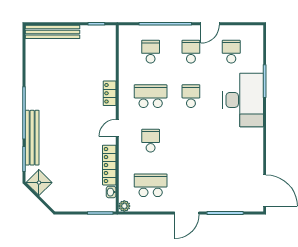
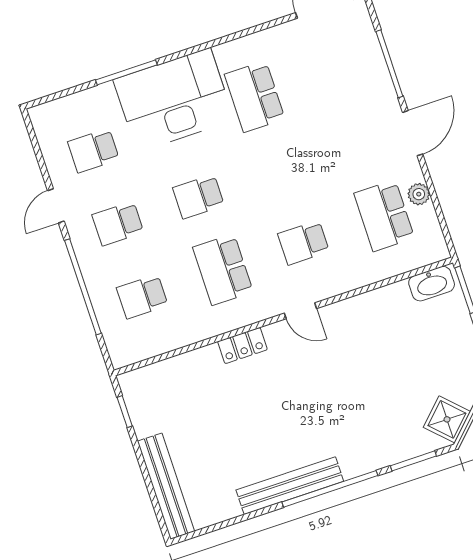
door: (210, 24) -> (56, 206), swing flipped
bench: (32, 138) -> (290, 486), moved
school desk: (231, 141) -> (255, 97), added
locker: (109, 165) -> (373, 303), removed
washbasin: (111, 192) -> (432, 284), width x1.91, depth x1.45
plant: (124, 206) -> (419, 194), moved
door: (187, 213) -> (413, 133), hinge flipped

